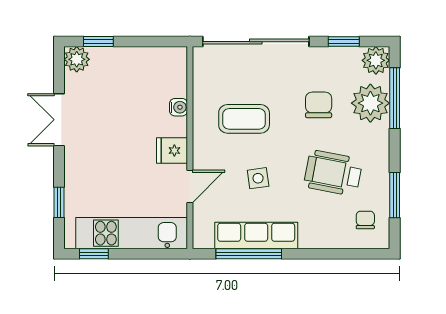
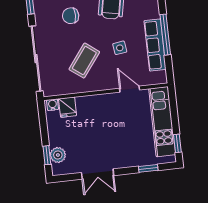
plant: (77, 59) -> (58, 155), moved
water cooler: (179, 107) -> (53, 105), moved
coffee table: (244, 119) -> (84, 61), turned 37
fridge: (172, 151) -> (68, 107), moved
window: (249, 254) -> (165, 35), moved

